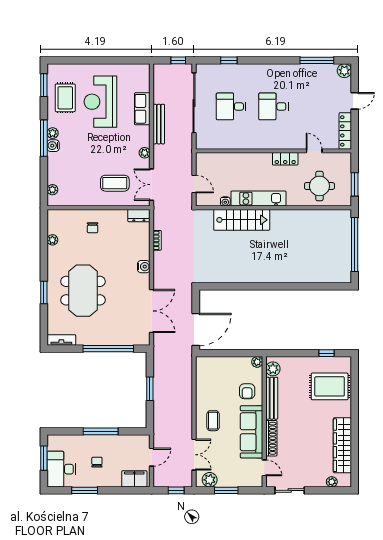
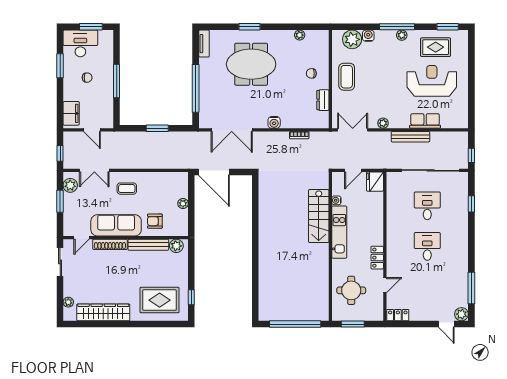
door: (355, 101) -> (446, 324), moved
locker: (345, 131) -> (398, 315), width x0.66
water cooler: (53, 146) -> (368, 36), moved
fridge: (206, 161) -> (375, 182), added
coffee table: (115, 183) -> (347, 77), moved
plant: (52, 190) -> (352, 39), width x1.88, depth x1.88
dresser: (139, 216) -> (323, 100), moved
plant: (257, 362) -> (183, 204), moved
rug: (330, 386) -> (160, 300), turned 90

